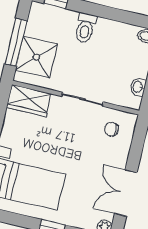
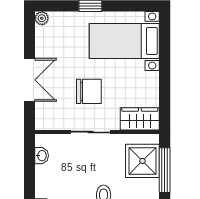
chair: (111, 129) -> (89, 91), moved, width x1.87, depth x1.87
double door: (126, 193) -> (29, 80), moved

